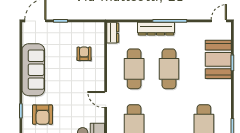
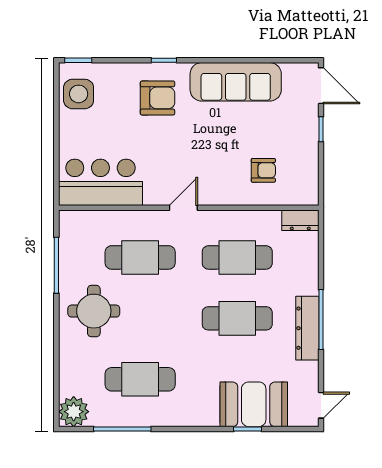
door: (219, 21) -> (321, 405), hinge flipped
dresser: (156, 29) -> (307, 328), moved
armchair: (43, 115) -> (157, 98), turned 180

